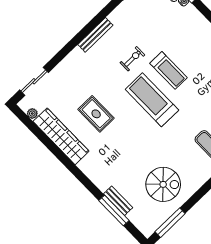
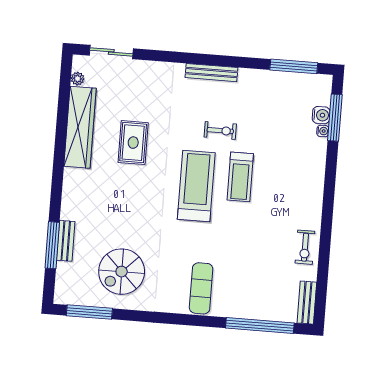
spiral stairs: (163, 184) -> (122, 272), turned 90

